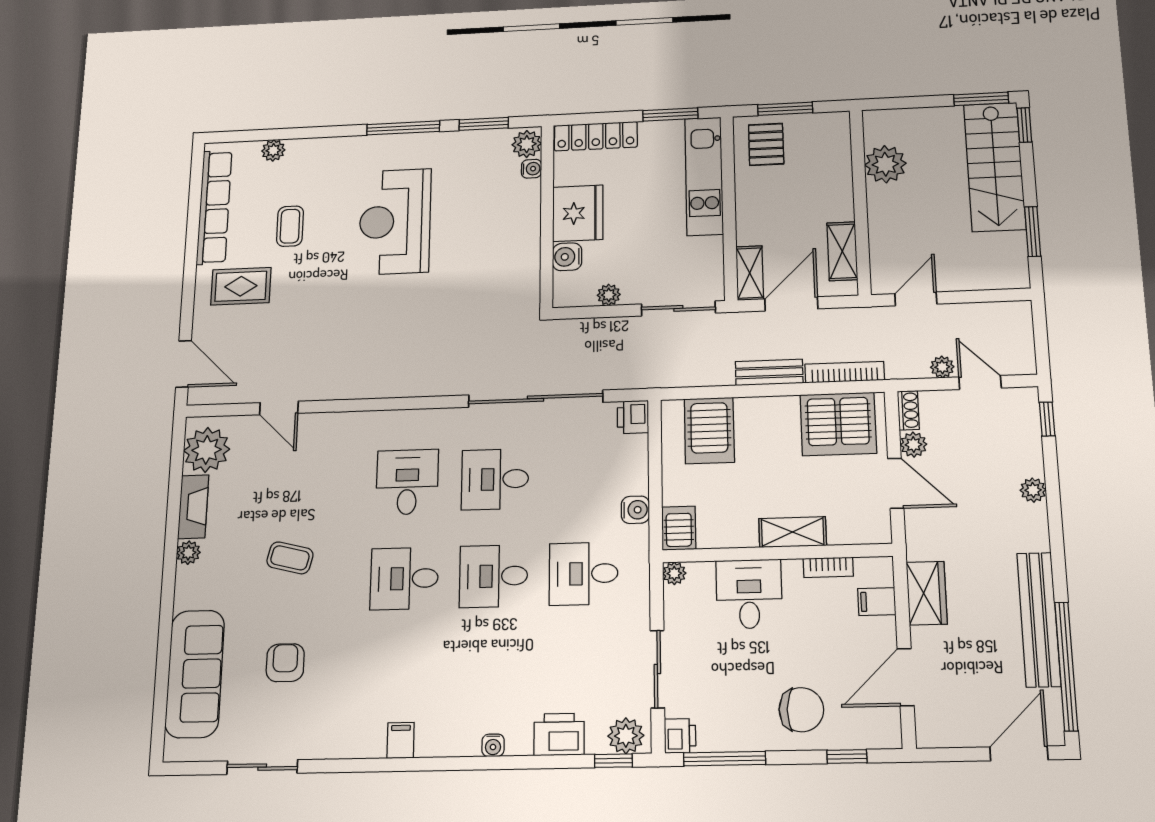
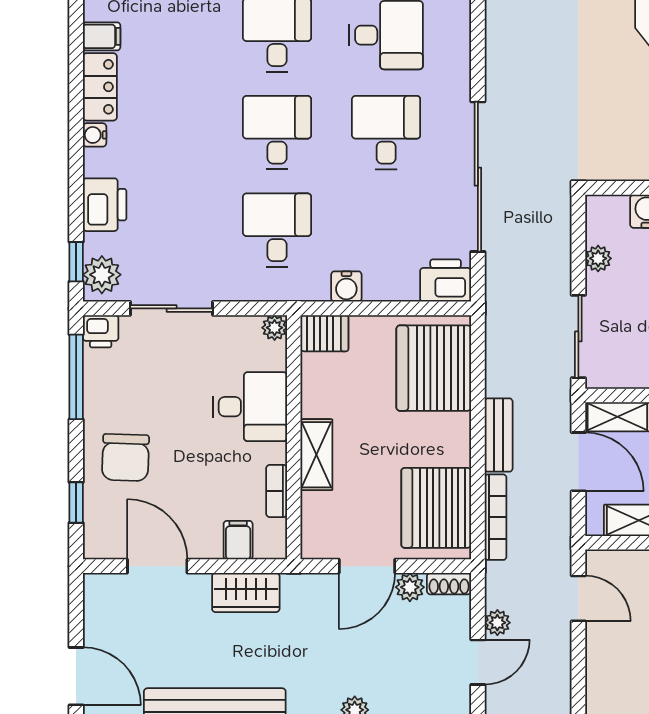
printer: (633, 417) -> (446, 281), width x1.36, depth x1.24
server rack: (709, 430) -> (434, 368), width x1.60
locker: (448, 741) -> (100, 87), added

